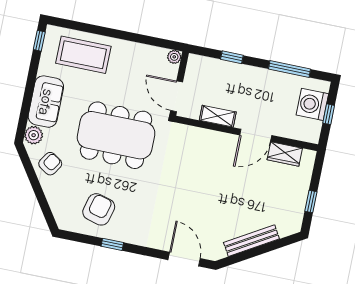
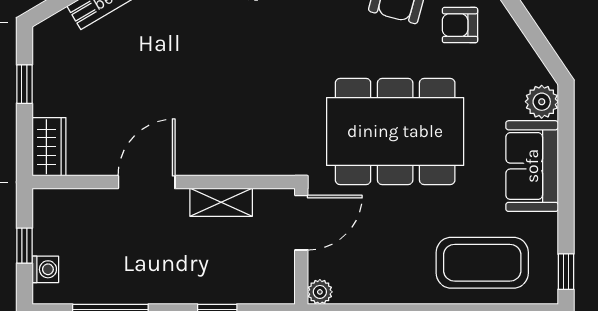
door: (177, 96) -> (301, 223), hinge flipped
washing machine: (312, 104) -> (45, 269), width x0.53, depth x0.53
wardrobe: (285, 154) -> (49, 147), moved, turned 90
armchair: (50, 164) -> (460, 25), moved, turned 57

